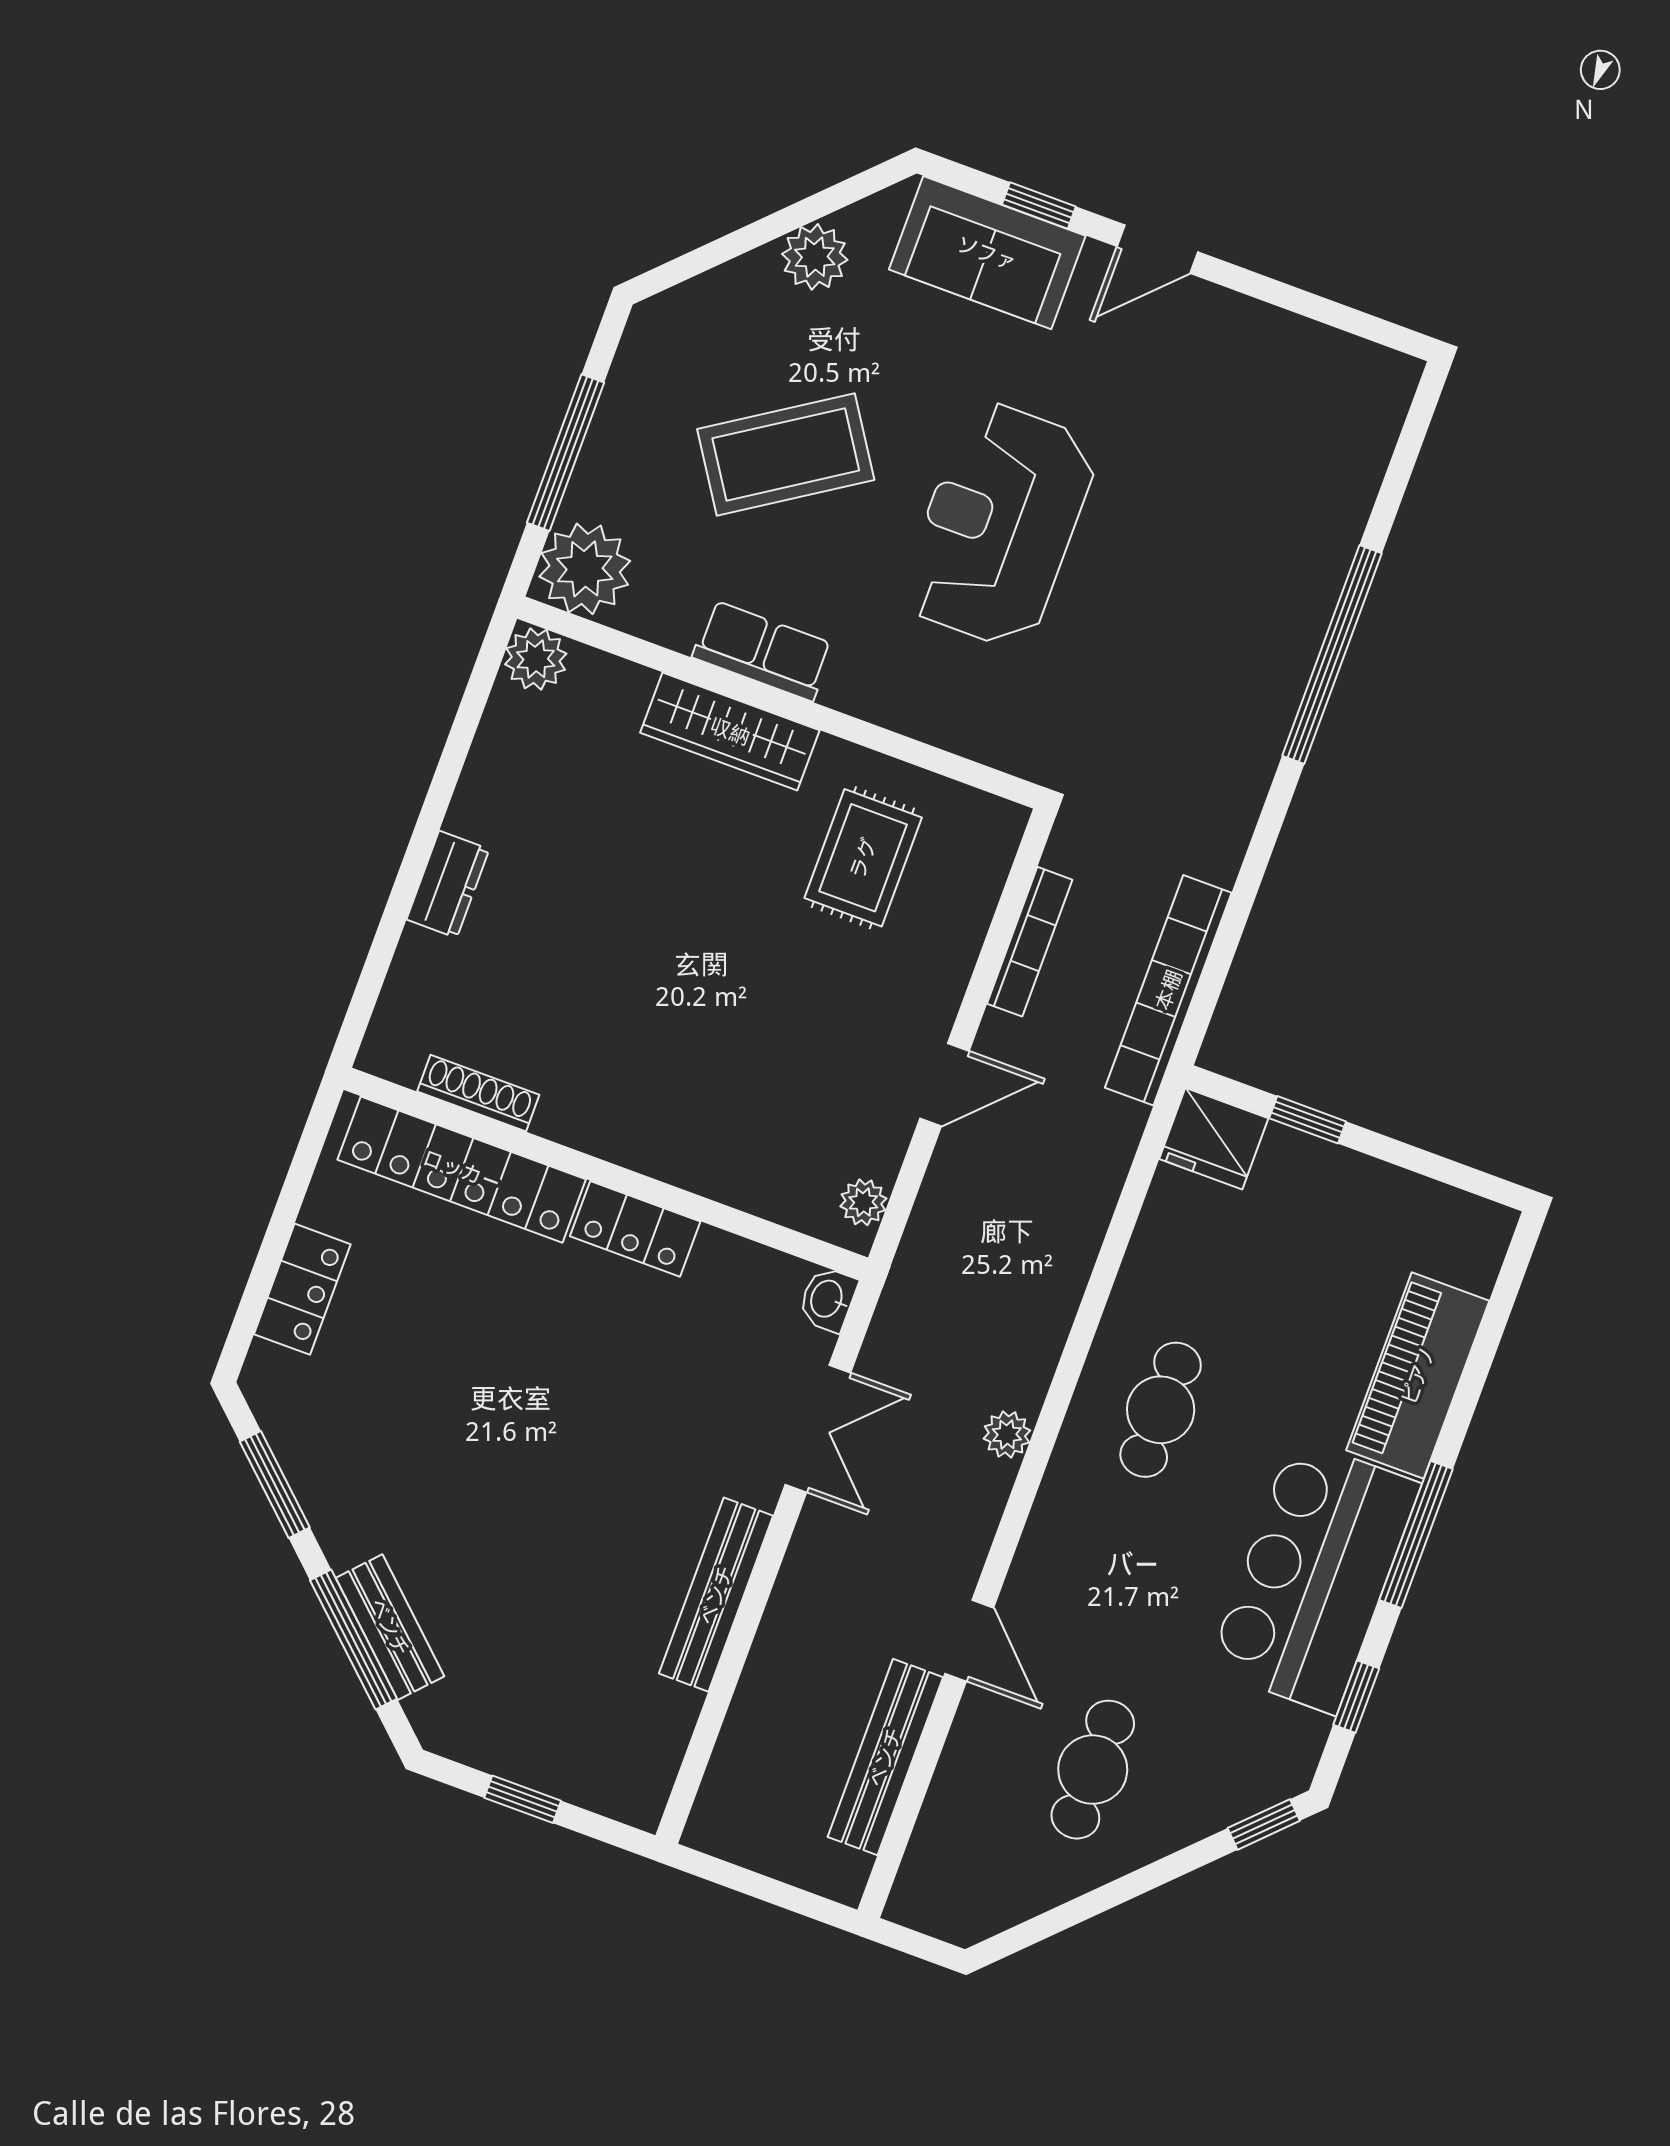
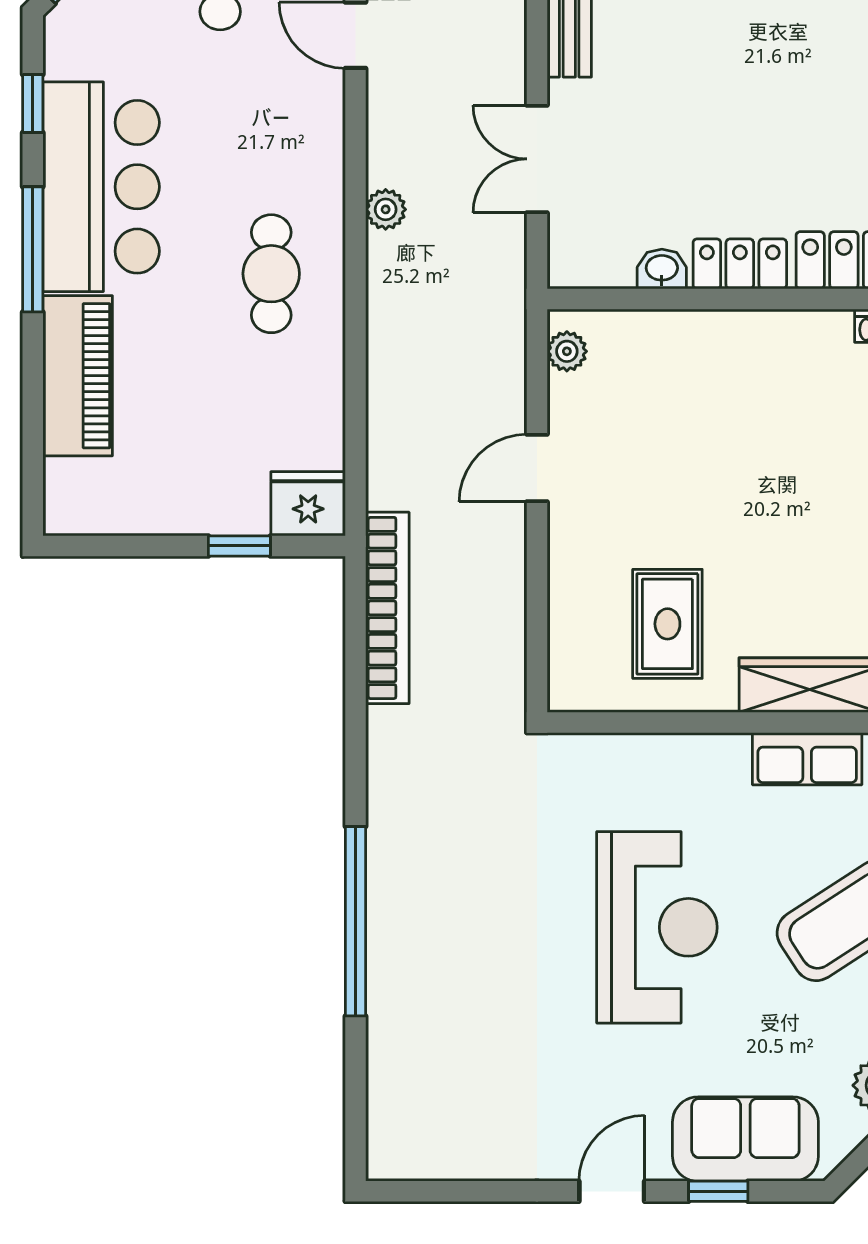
bookcase: (1030, 942) -> (511, 606), removed
washbasin: (828, 1299) -> (662, 269), moved, turned -90

